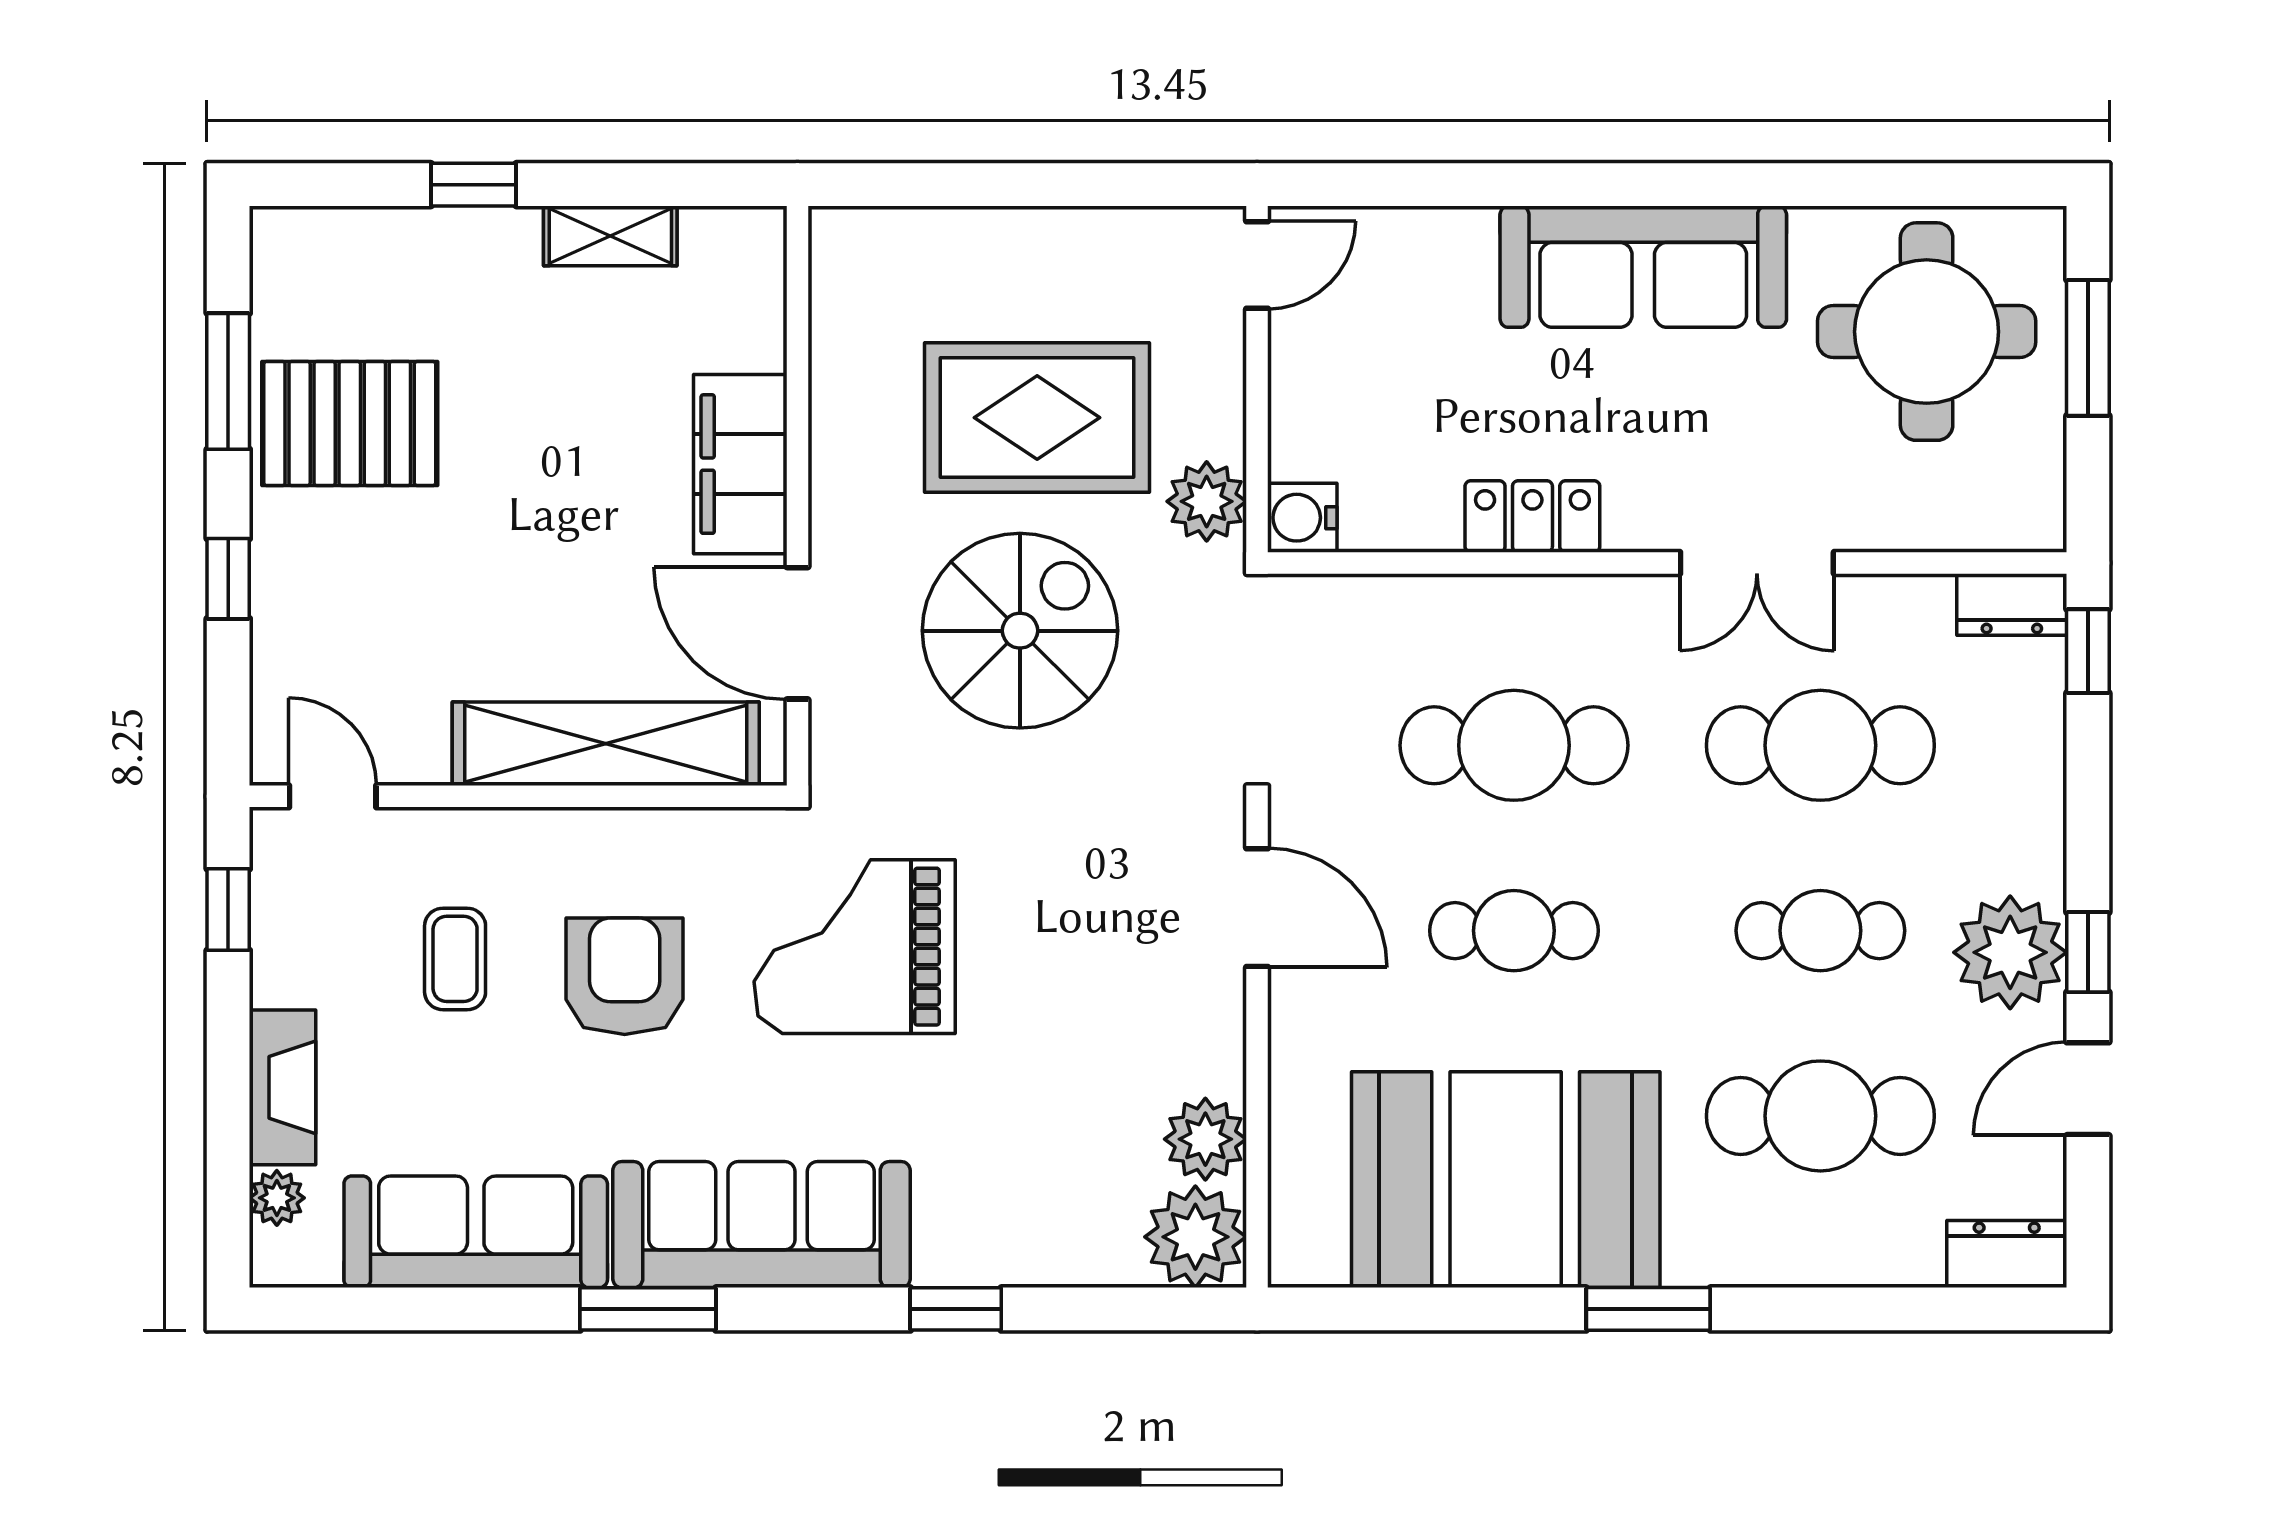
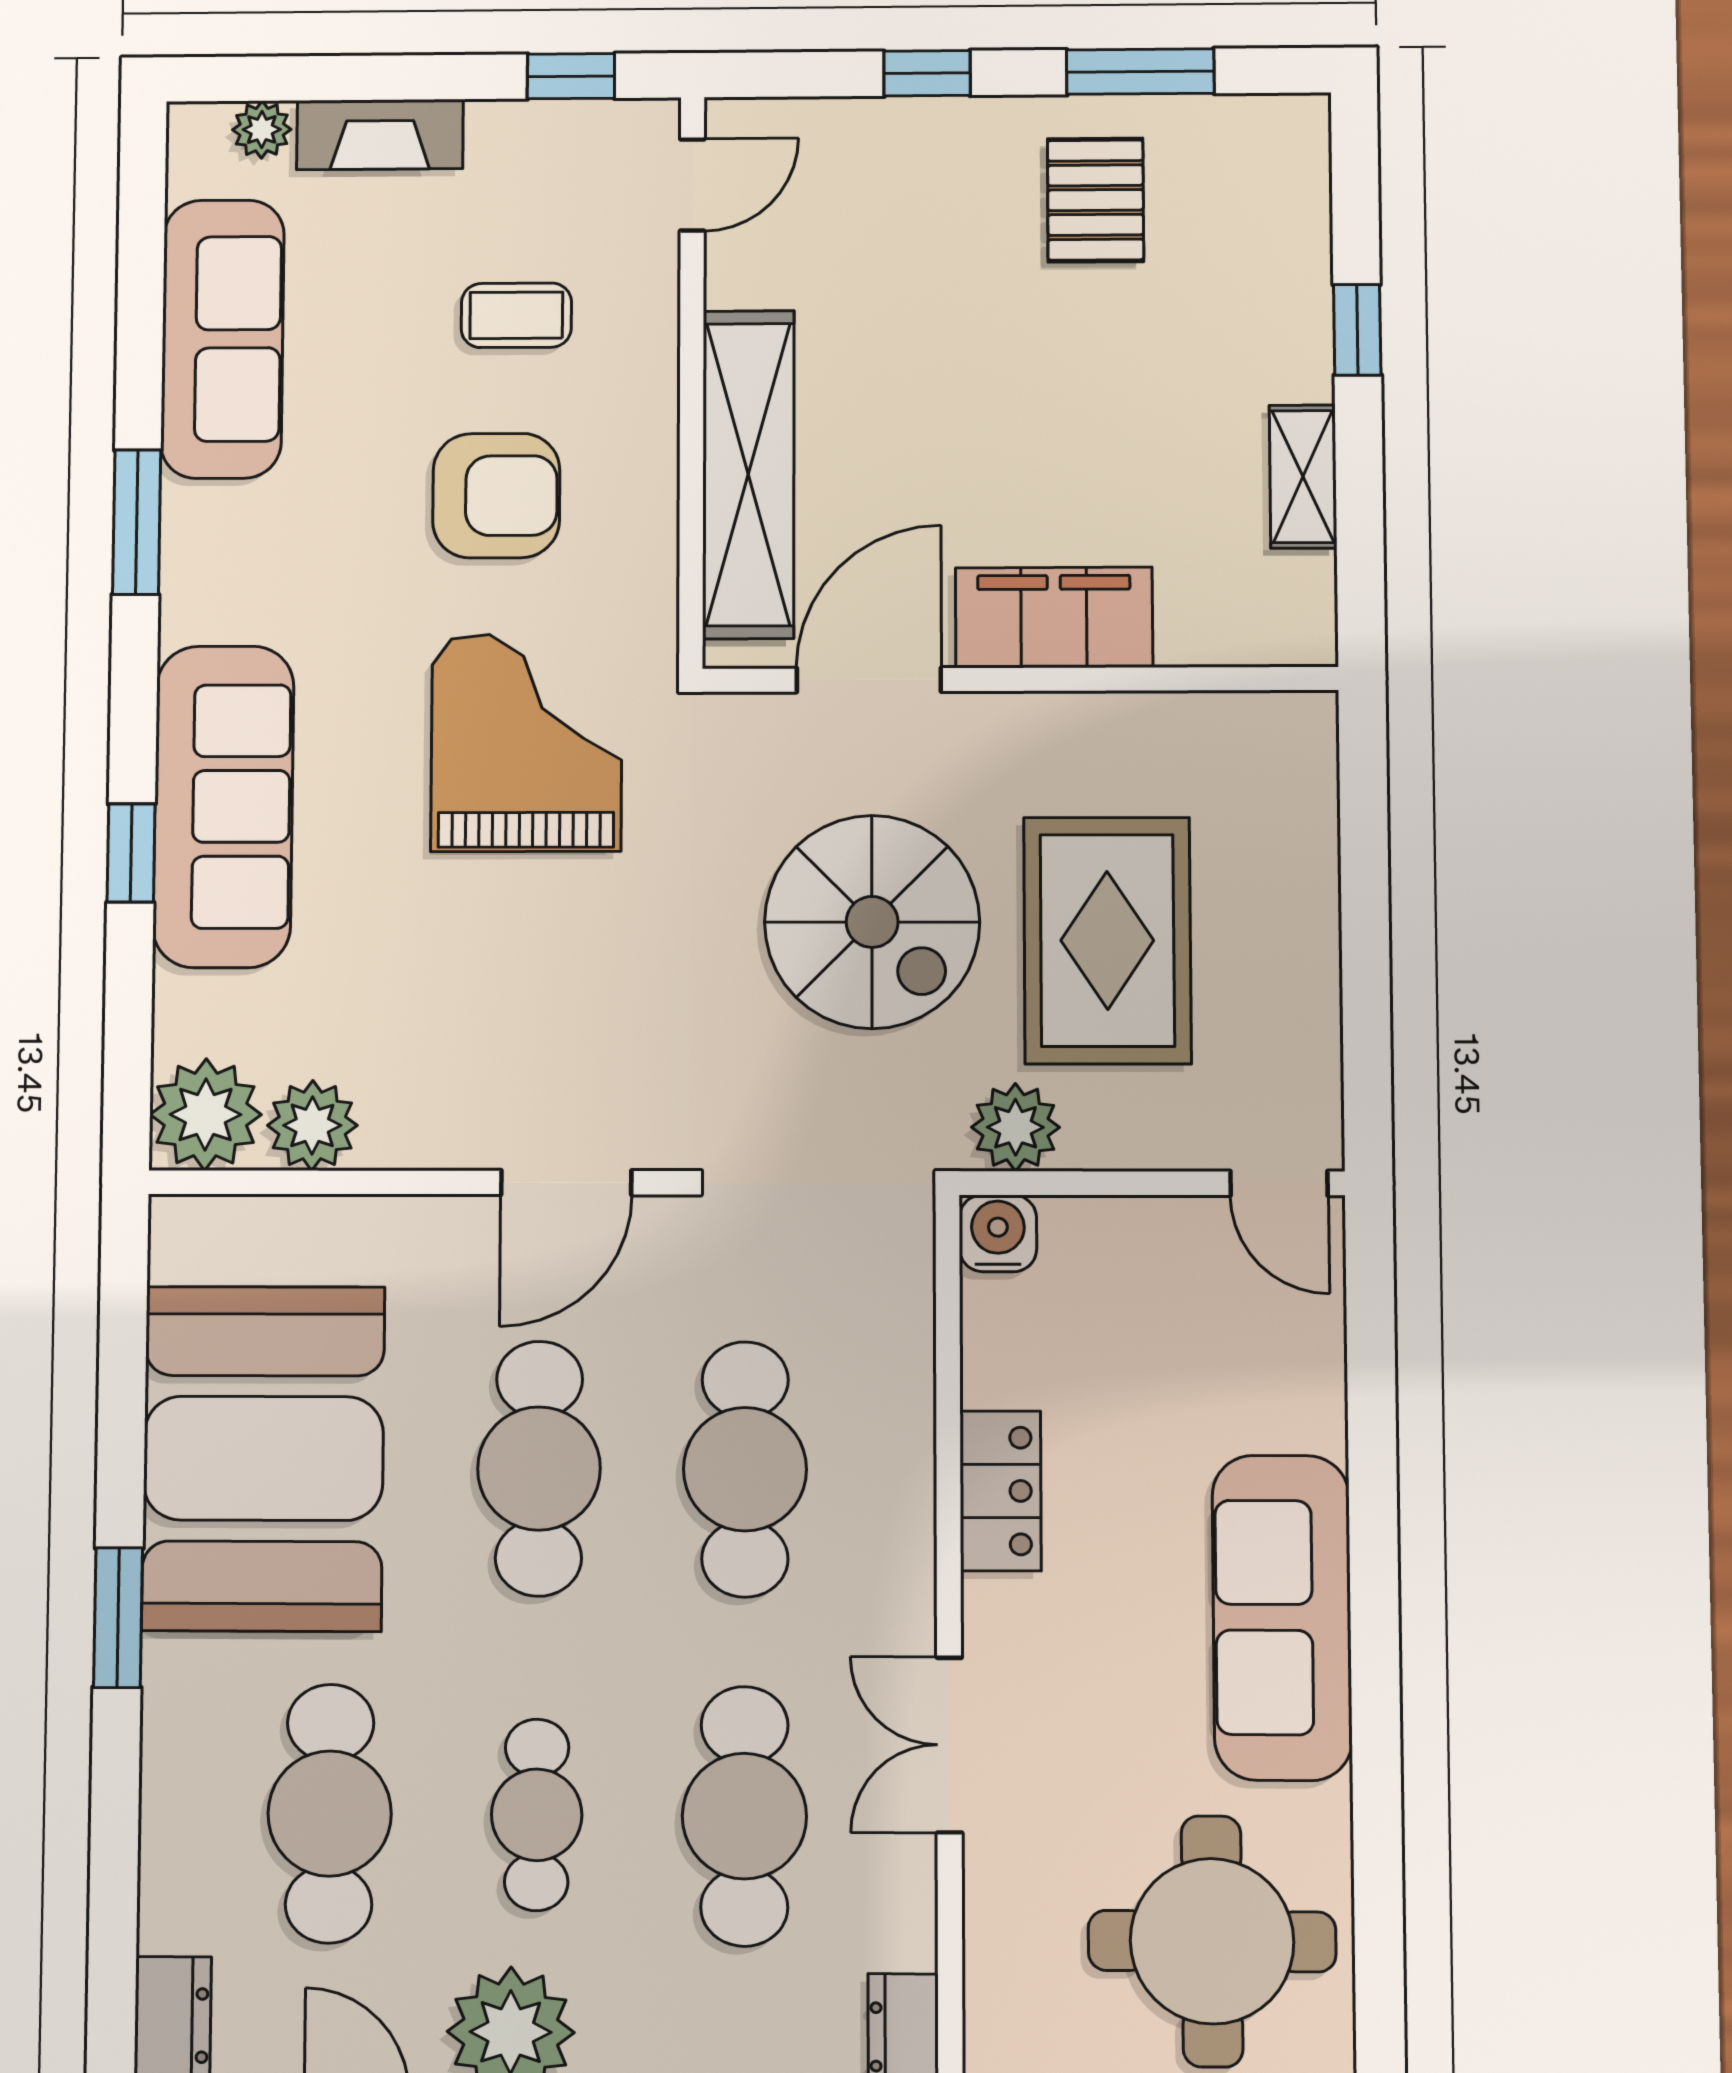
pallet: (350, 423) -> (1096, 200), width x0.67, depth x0.71
cafe table: (1514, 931) -> (539, 1468), width x1.37, depth x1.35
sofa: (761, 1225) -> (223, 806), moved

